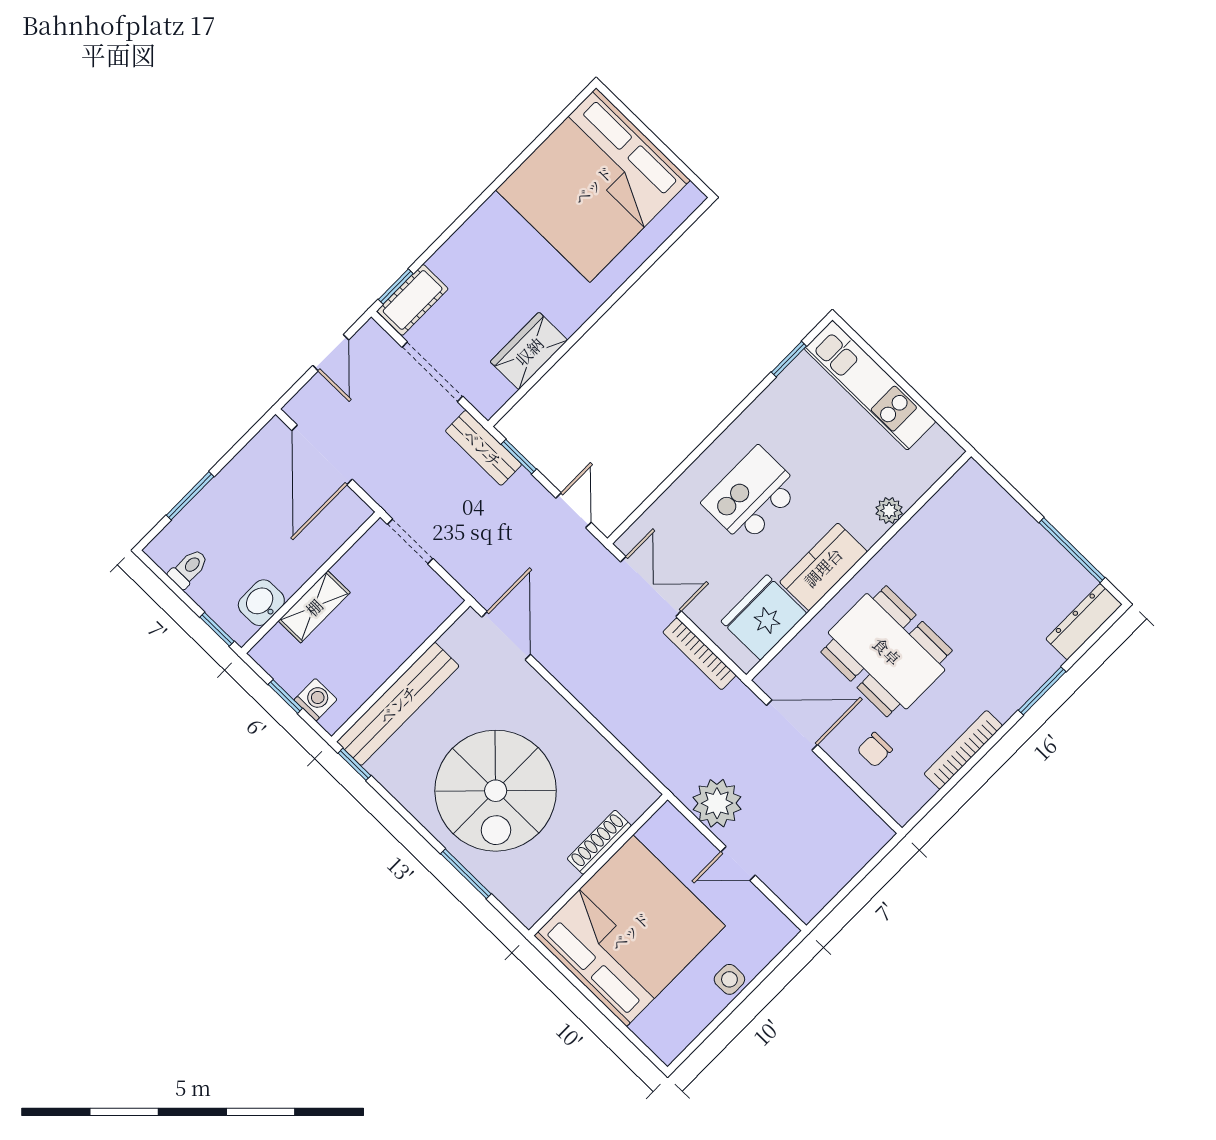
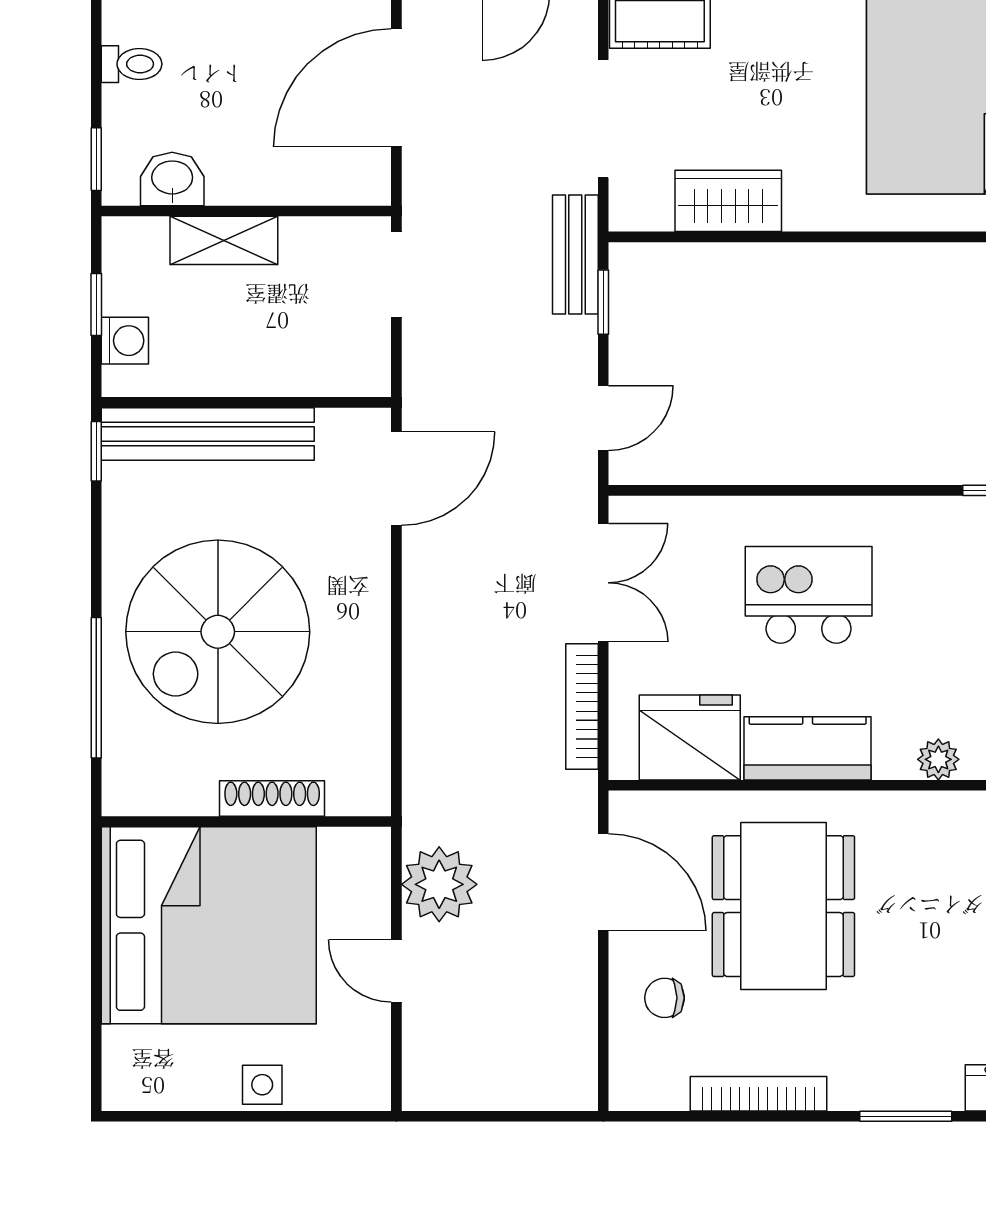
window: (466, 874) -> (96, 688), width x1.44

